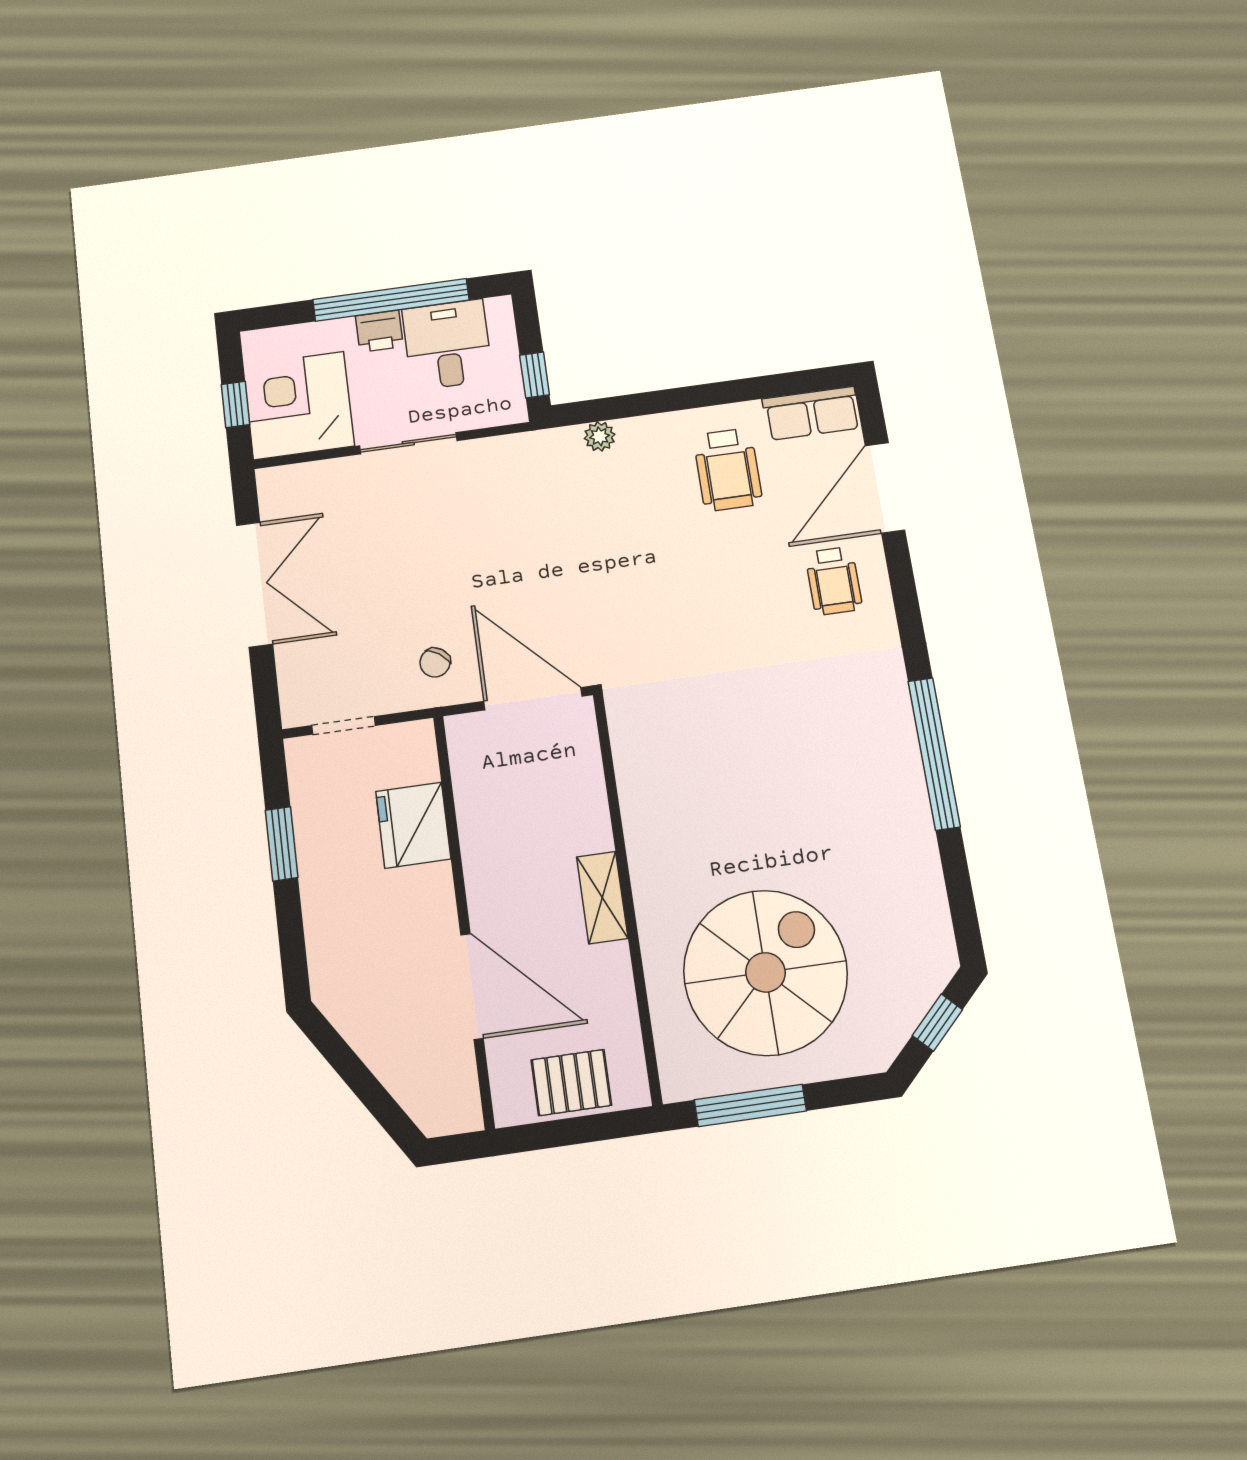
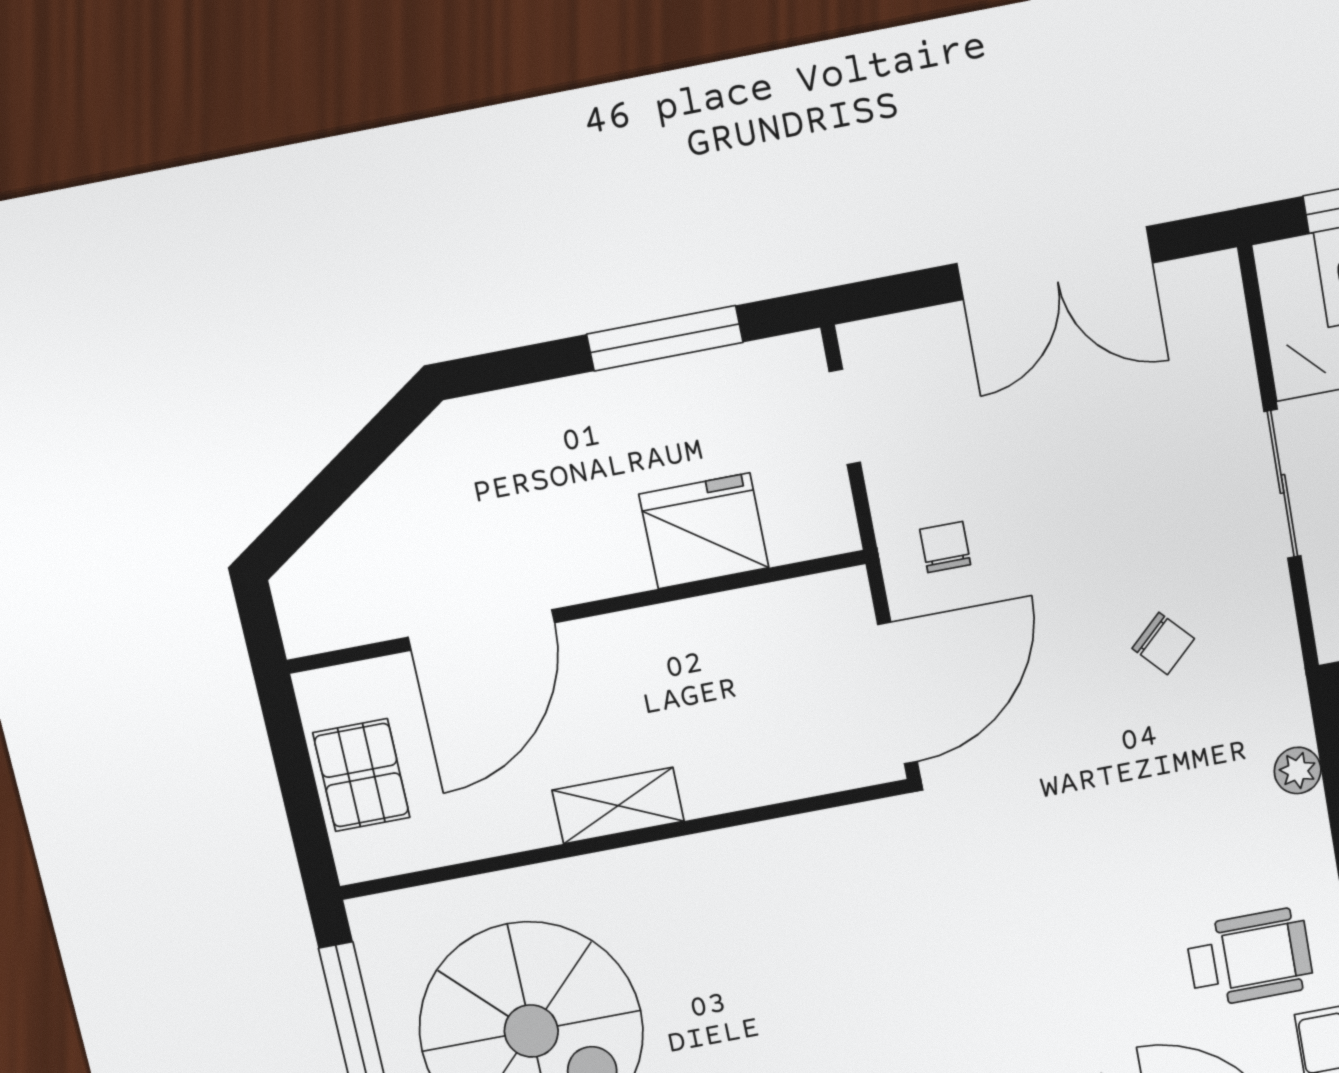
wheelchair: (728, 470) -> (1250, 958), turned 180
chair: (509, 522) -> (1163, 644), added
chair: (435, 662) -> (945, 547), turned 55
window: (282, 844) -> (665, 338), width x1.44

